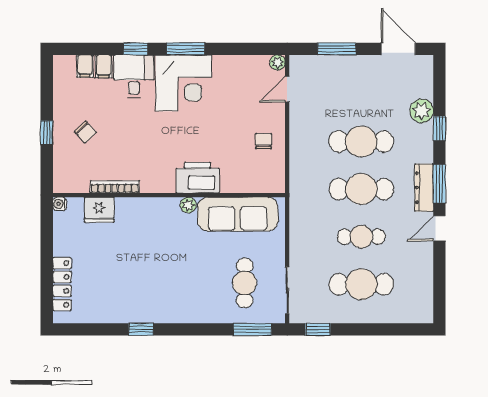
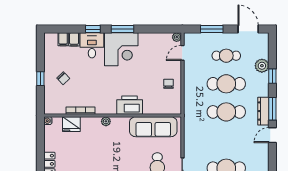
plant: (188, 205) -> (106, 121), moved
cafe table: (361, 237) -> (226, 56), moved

